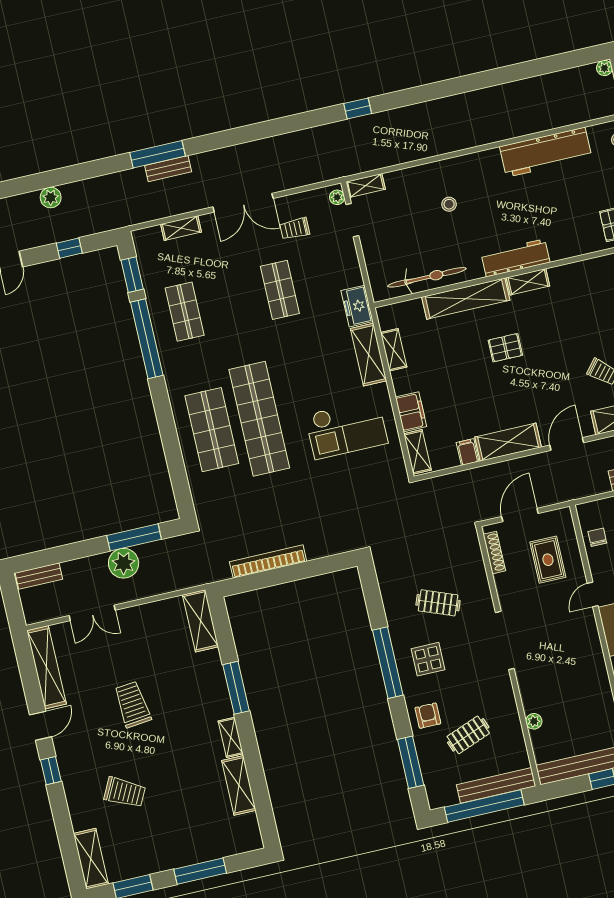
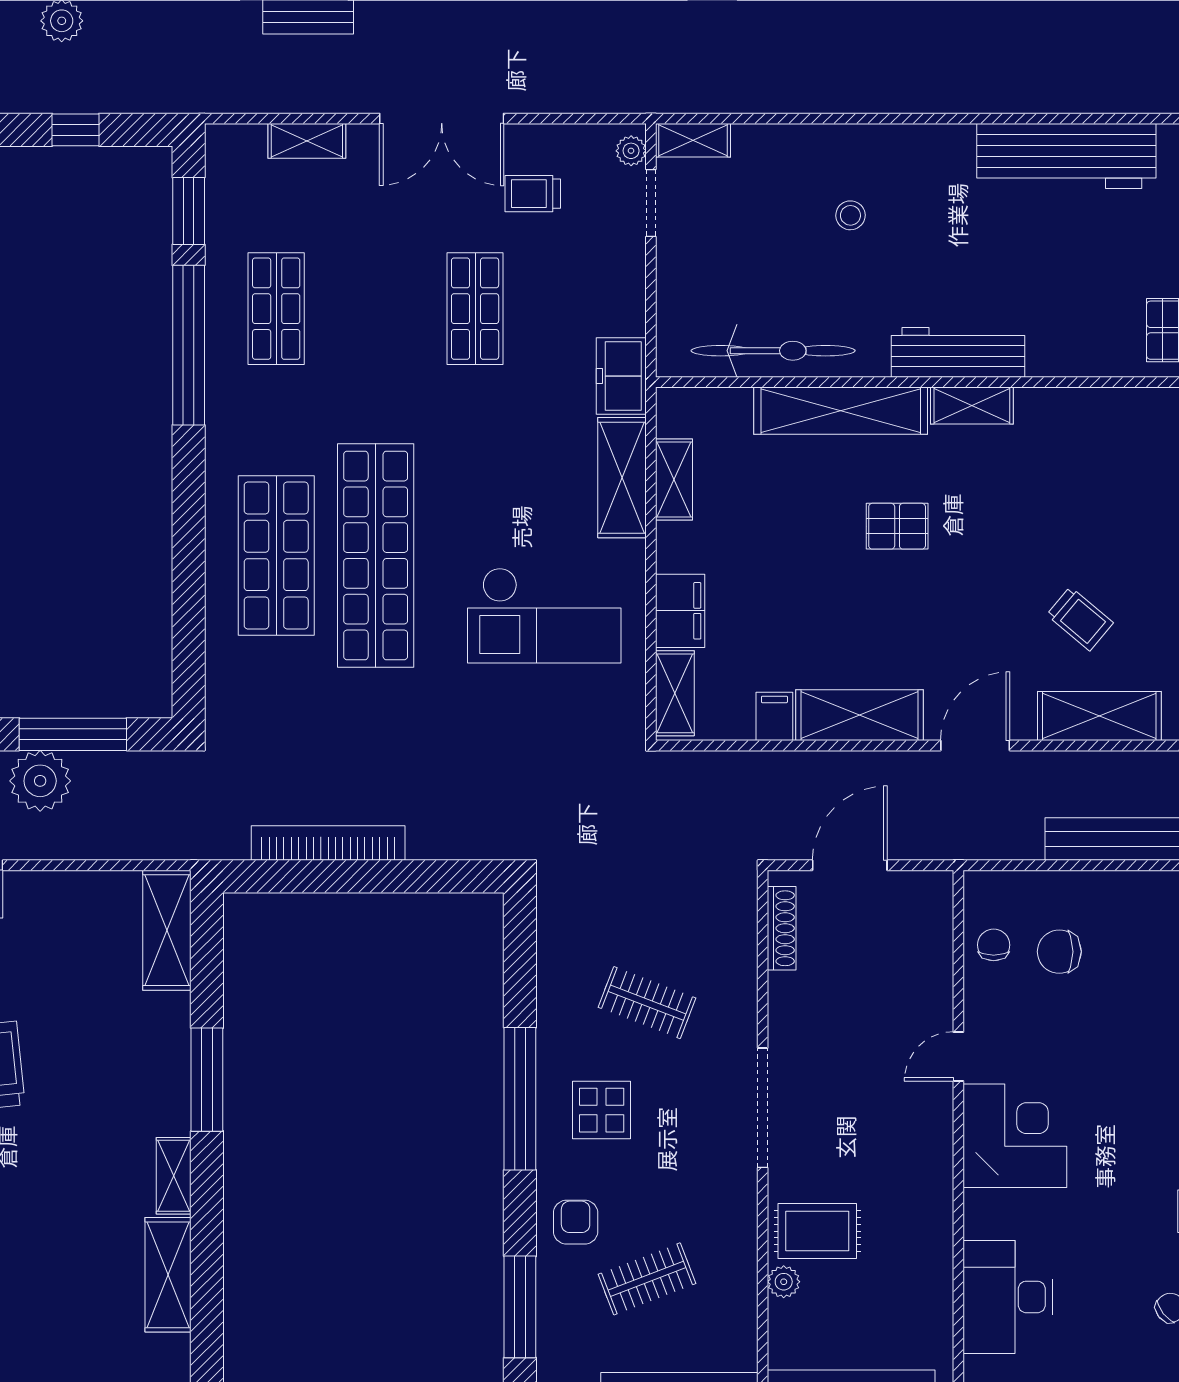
rug: (548, 560) -> (817, 1231), moved, turned 90

